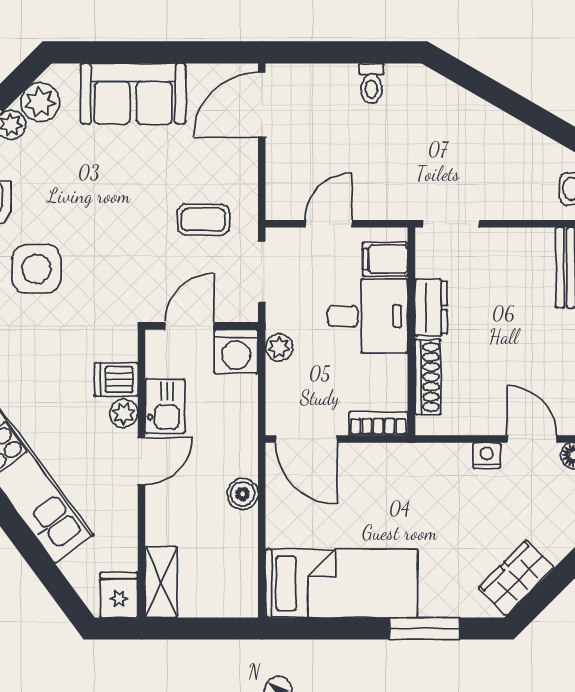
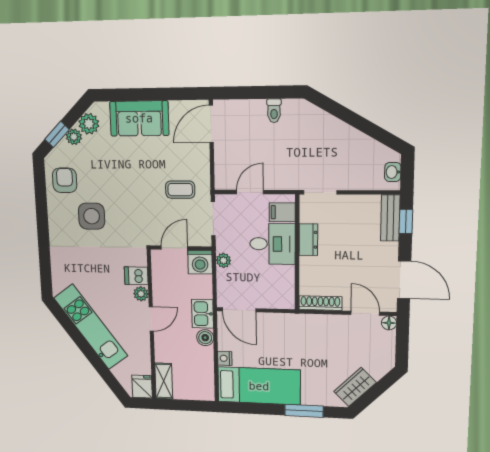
shoe rack: (428, 377) -> (320, 303), moved, turned -90
kitchen sink: (165, 406) -> (202, 314), moved, turned 180
bookcase: (378, 423) -> (279, 303), removed
nightstand: (487, 455) -> (225, 358), moved, turned -90

